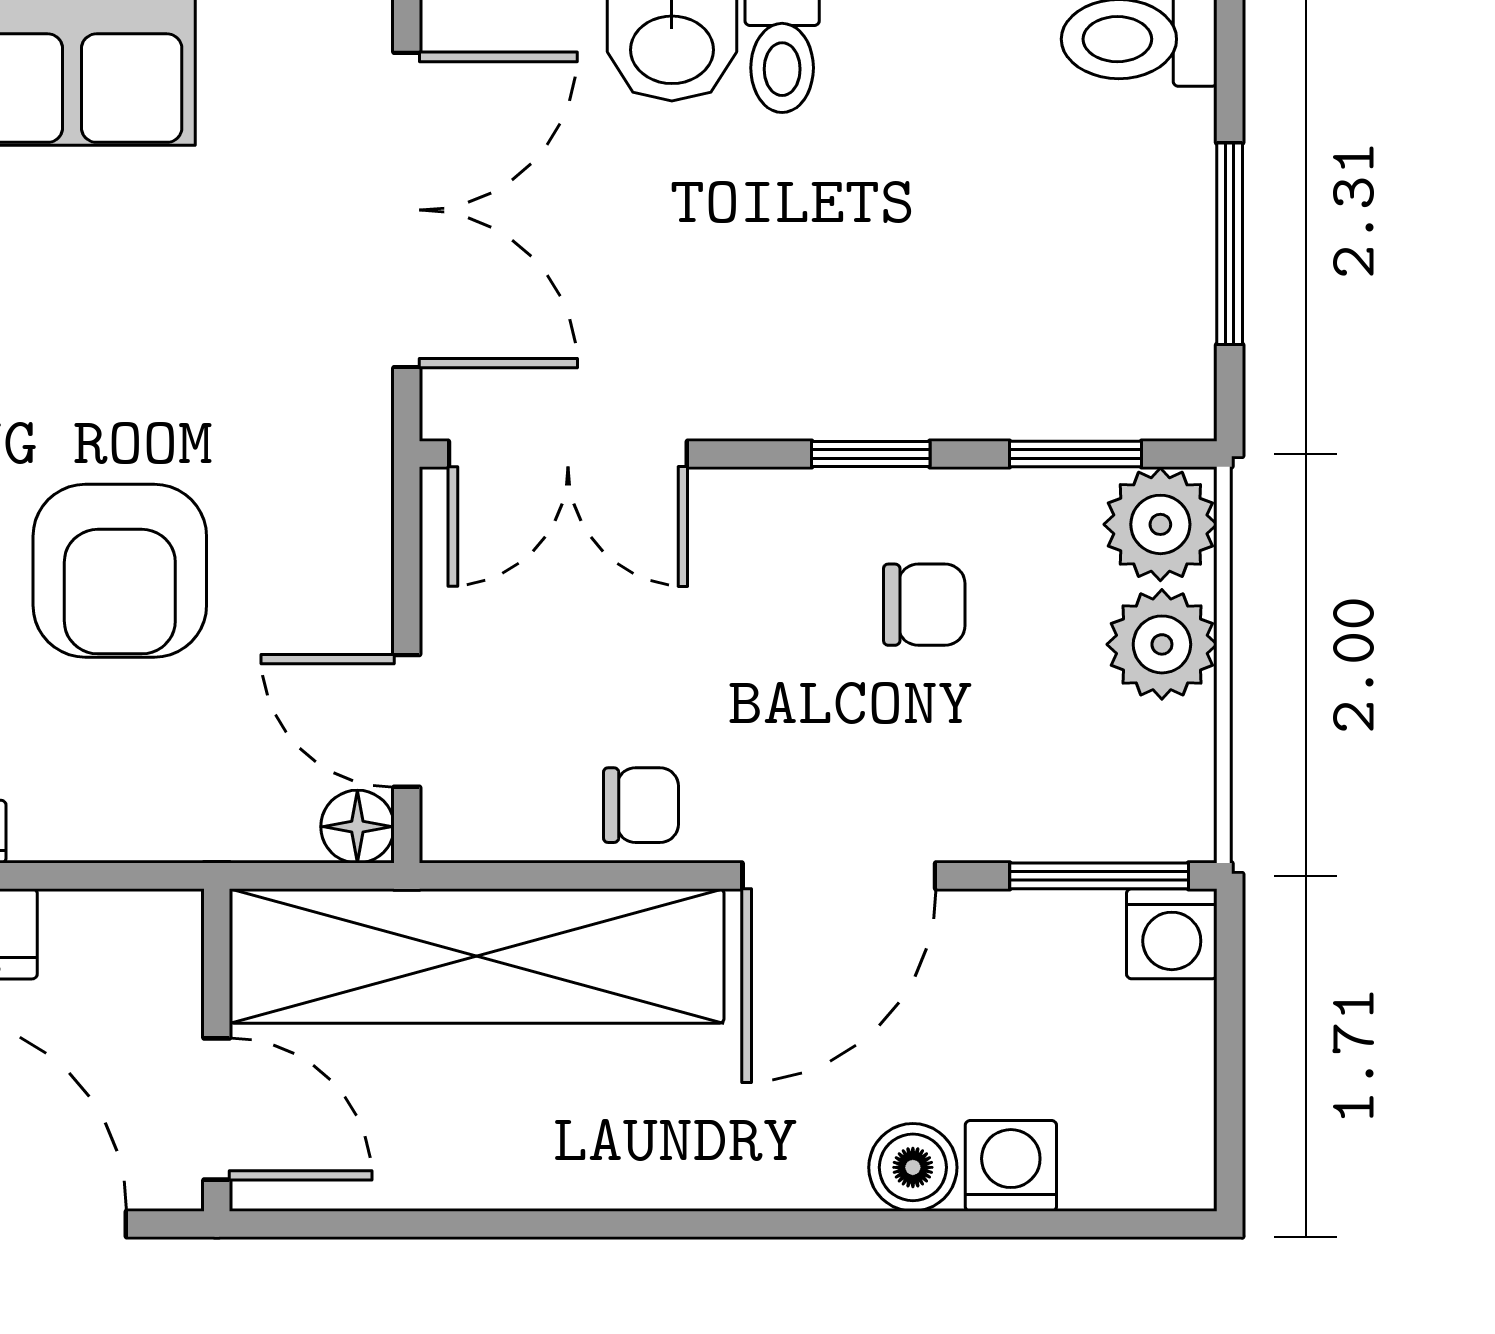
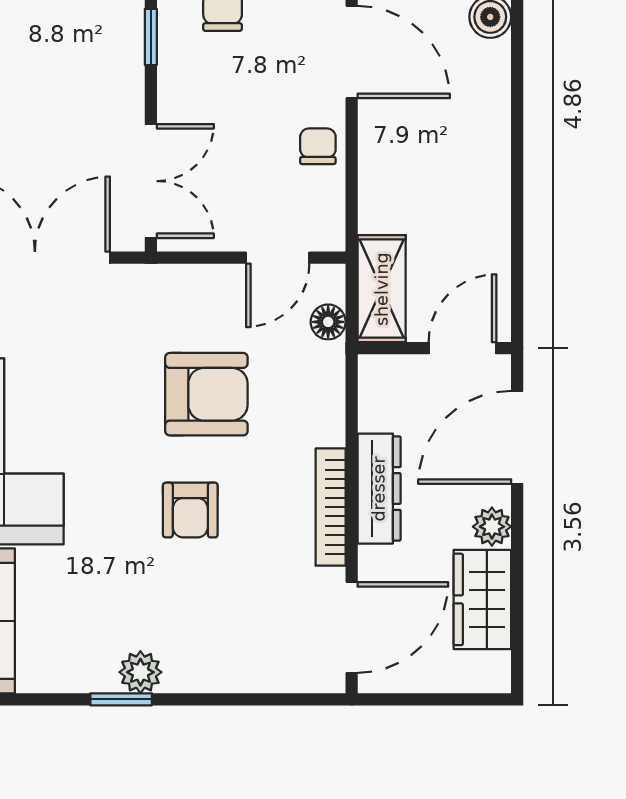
floor lamp: (357, 827) -> (328, 322), moved
shelving: (477, 956) -> (382, 289), width x0.45, depth x0.75

